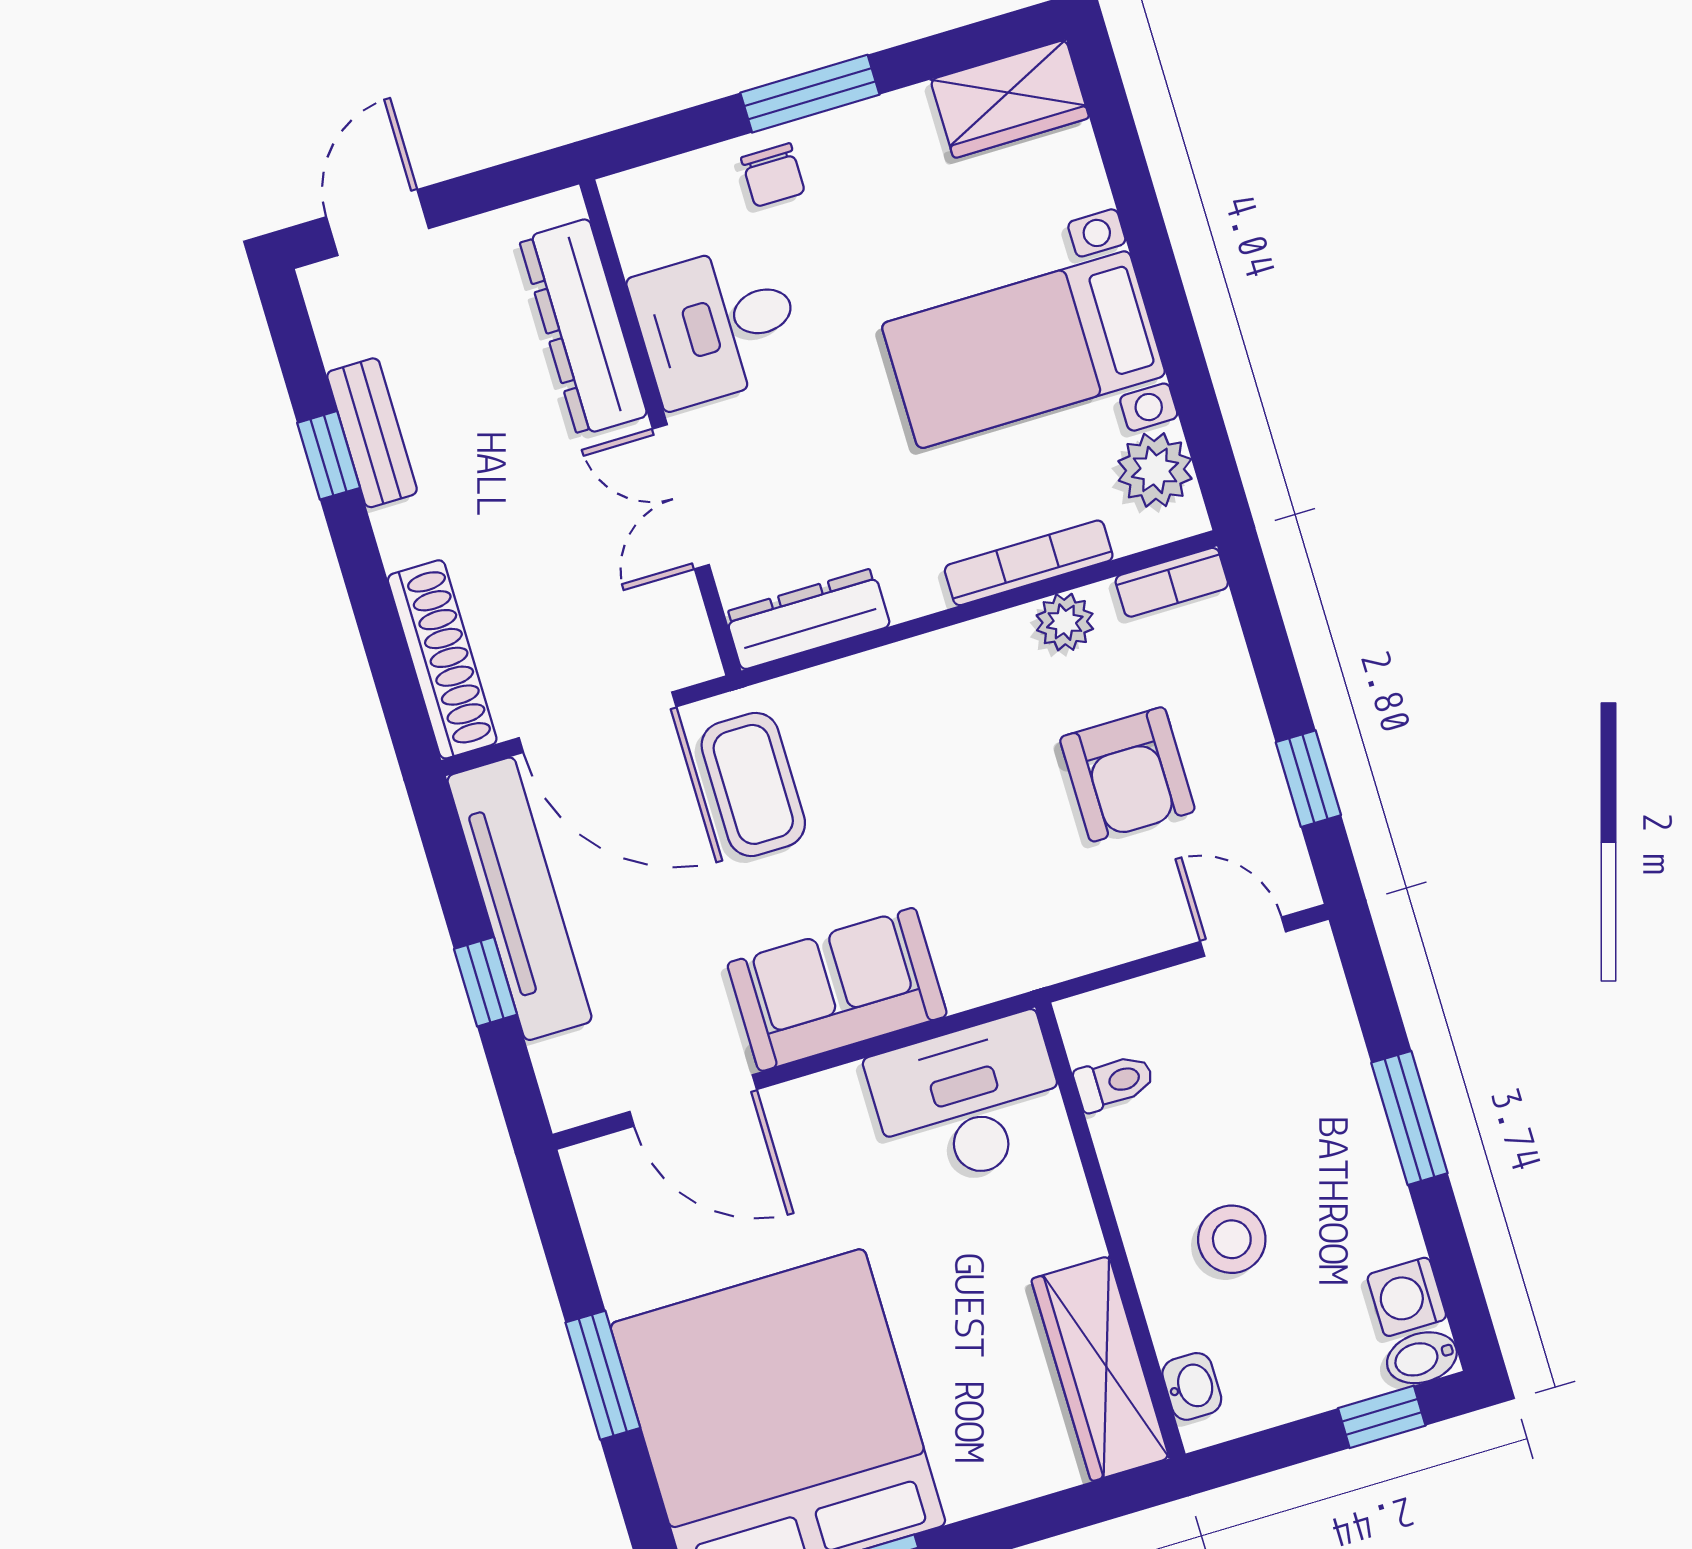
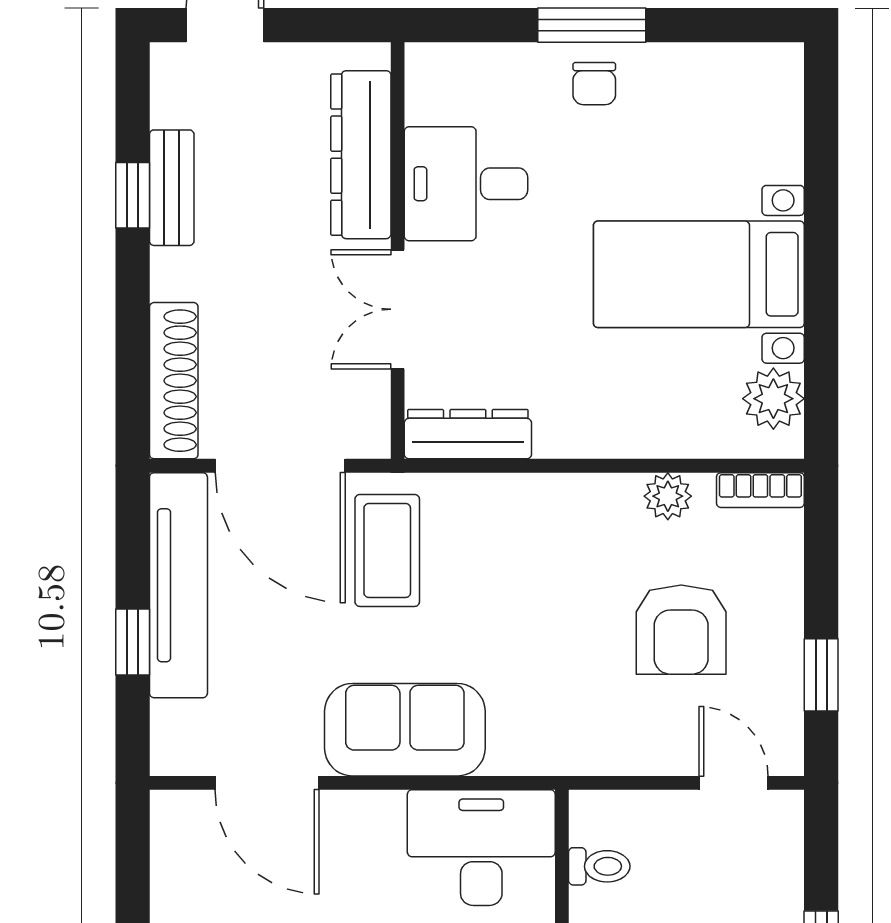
wardrobe: (1010, 99) -> (746, 76), removed
chair: (773, 175) -> (594, 84), moved
bookcase: (1029, 563) -> (653, 442), removed

